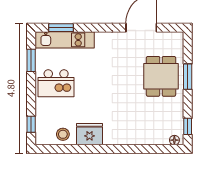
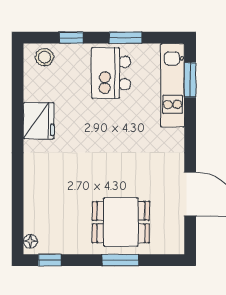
window: (31, 60) -> (125, 38), moved
window: (31, 124) -> (71, 38), moved
stool: (63, 134) -> (44, 57), moved

